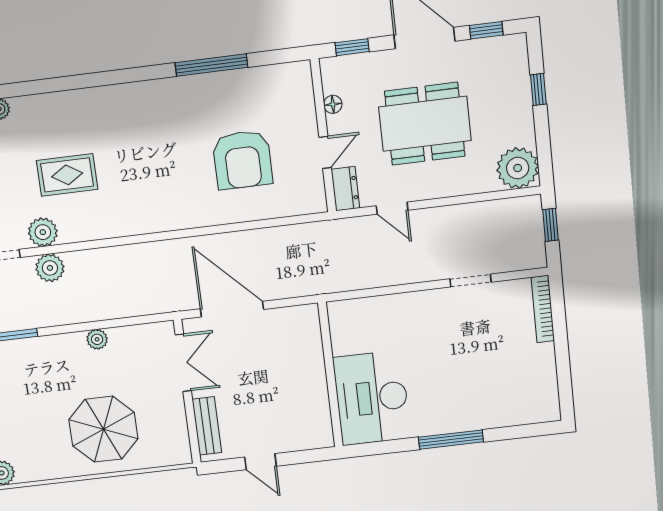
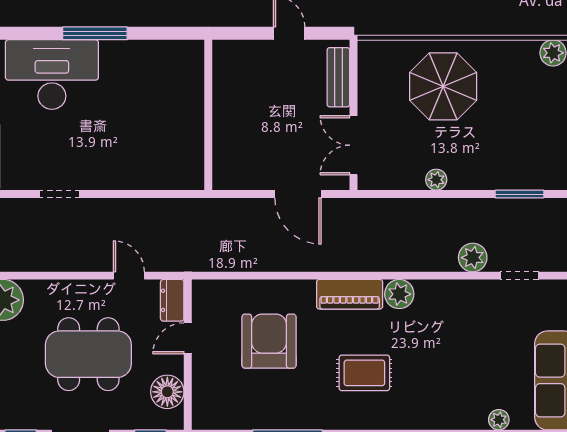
floor lamp: (333, 104) -> (167, 392), width x1.89, depth x1.89
rug: (67, 175) -> (364, 373), moved
piano: (167, 217) -> (350, 294), added
plant: (43, 232) -> (399, 294), moved
door: (232, 309) -> (298, 194), width x0.73
desk: (372, 398) -> (52, 75), moved, turned -90

